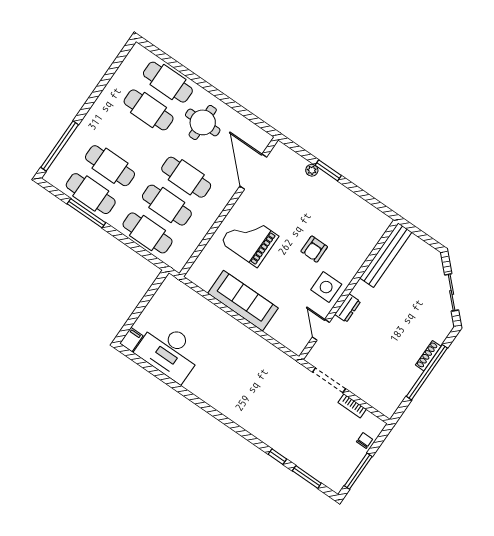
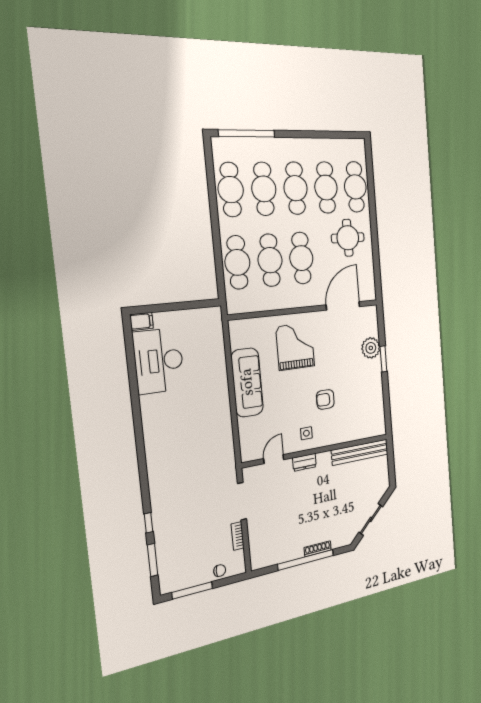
cafe table: (129, 138) -> (296, 188), added
plant: (312, 170) -> (371, 348), width x1.88, depth x1.88
window: (86, 213) -> (213, 198), removed
side table: (326, 287) -> (306, 433), width x0.54, depth x0.54

